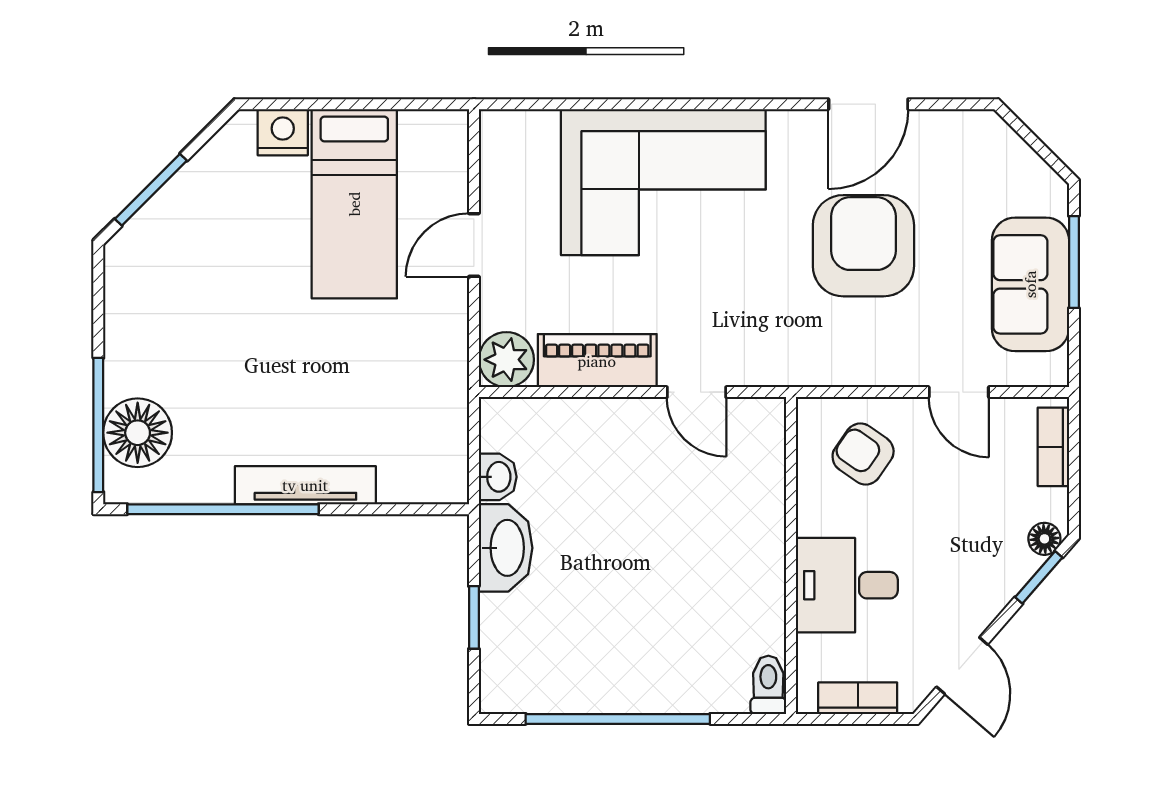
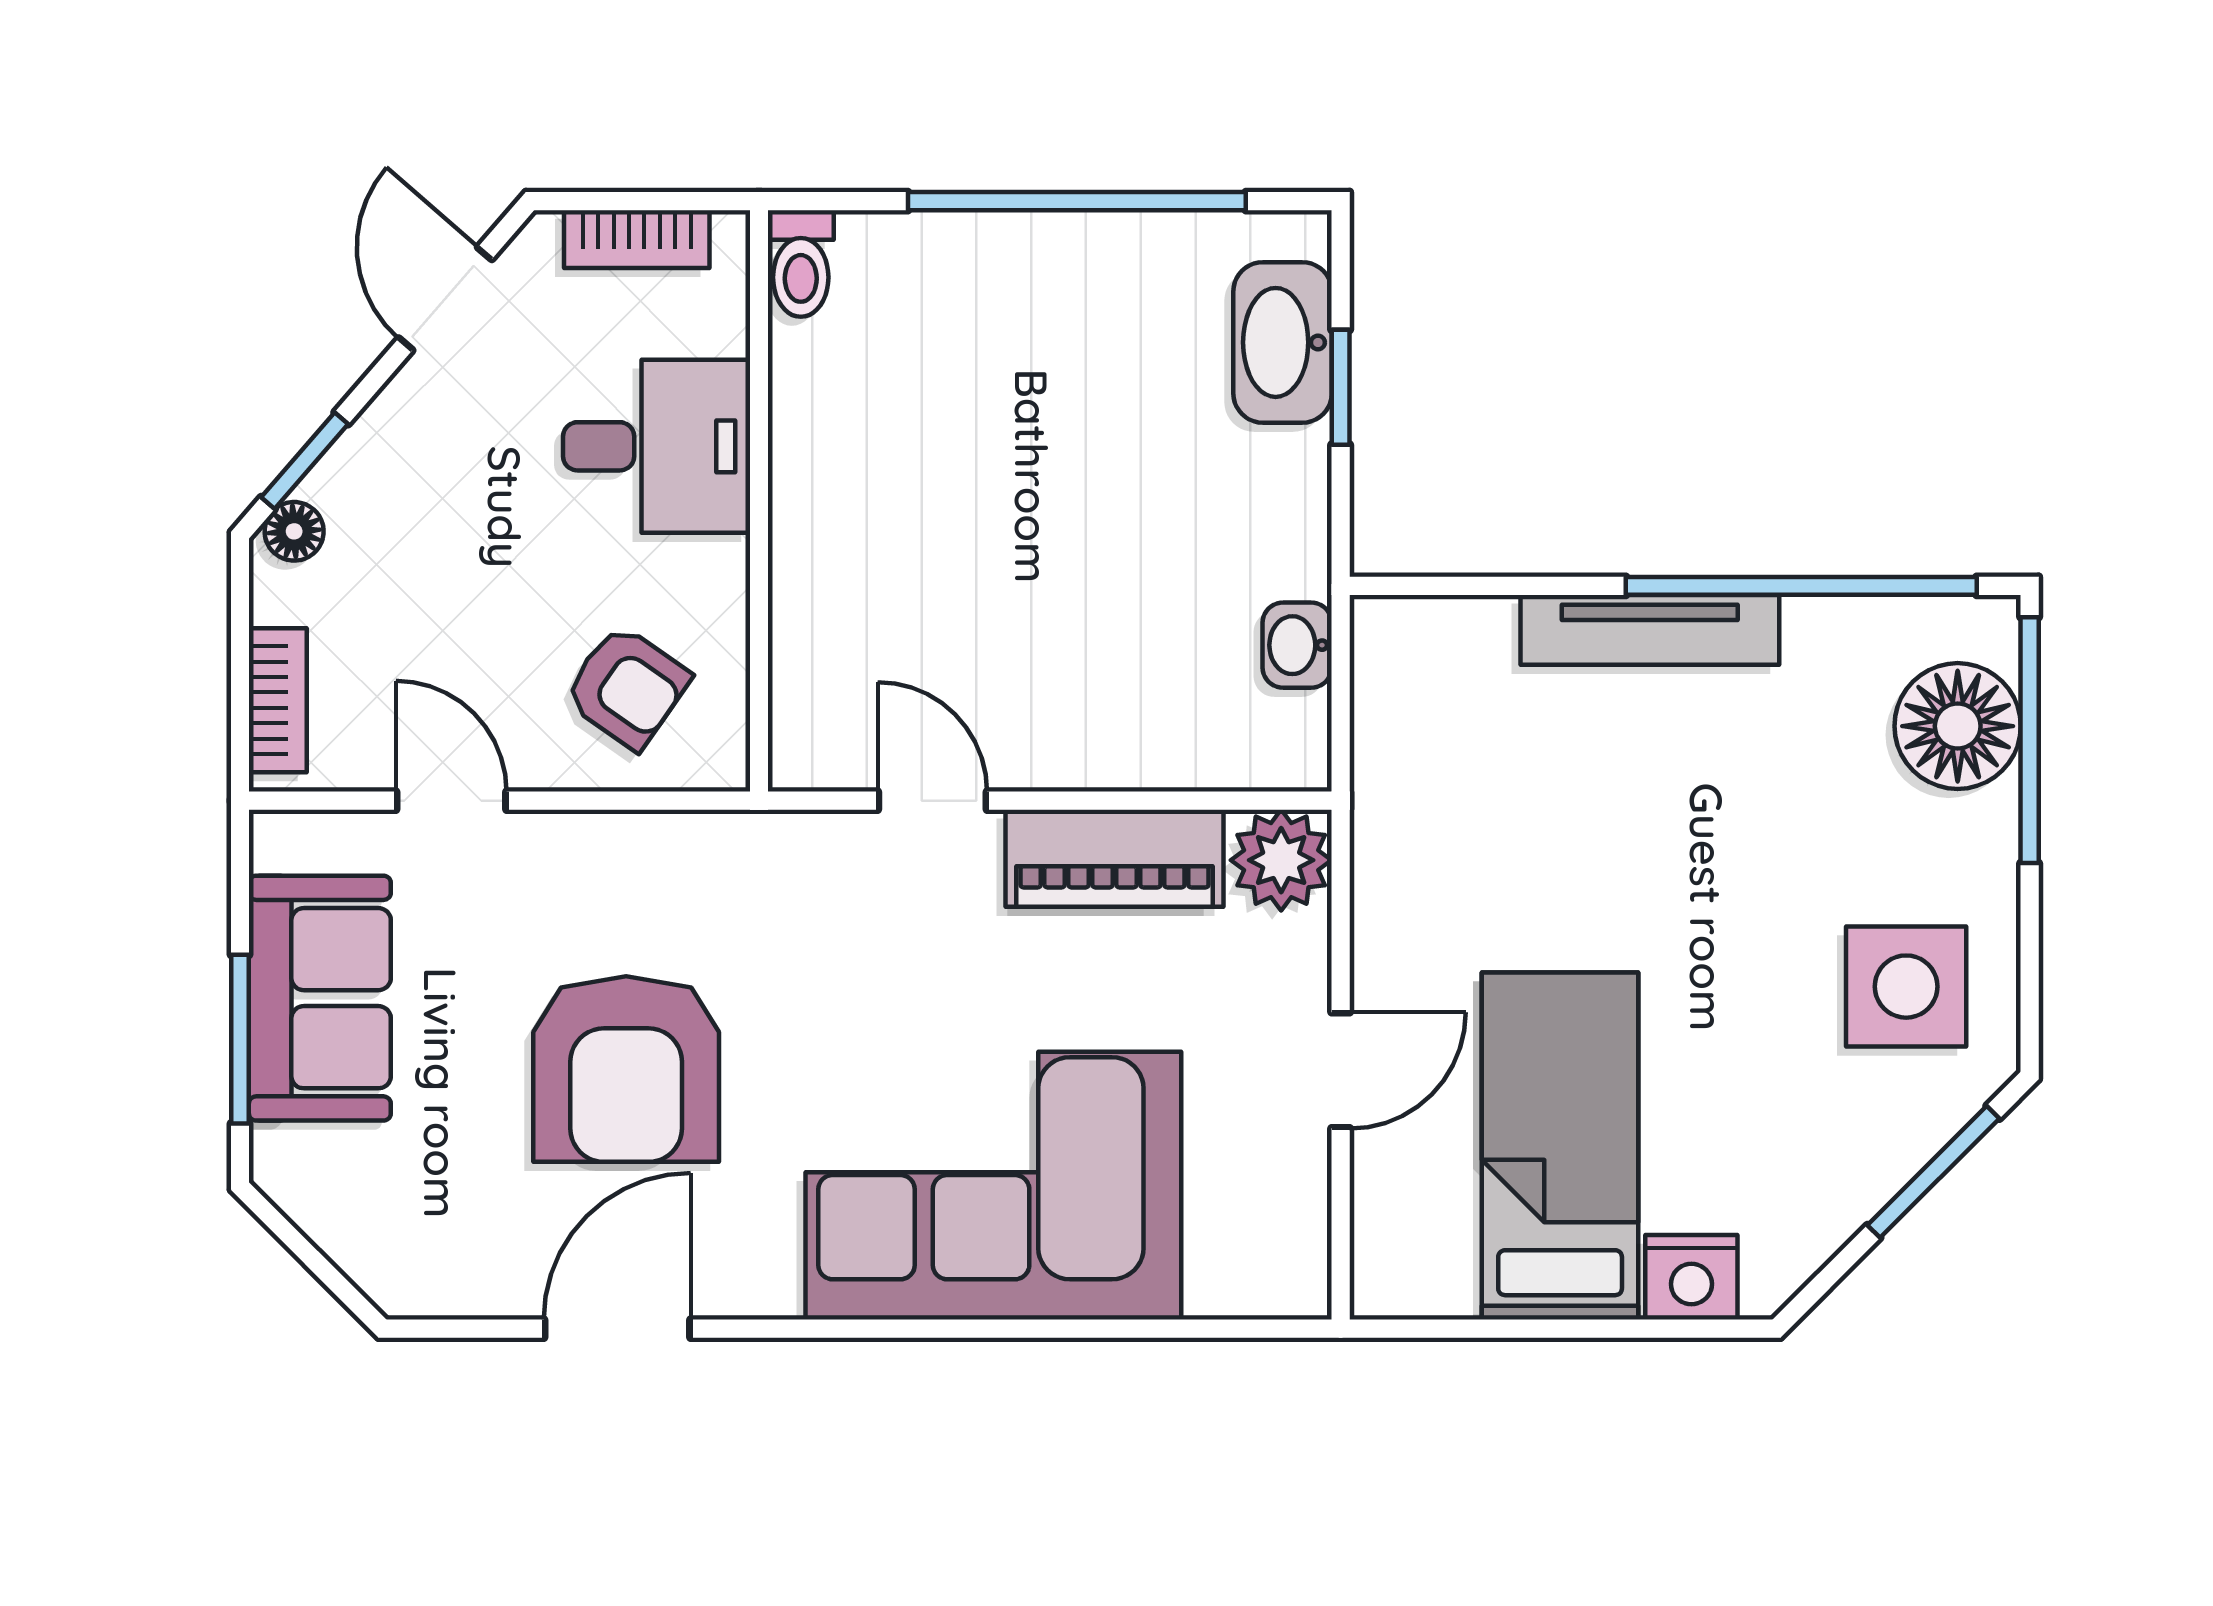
side table: (166, 291) -> (1906, 987), added
washbasin: (506, 548) -> (1283, 342), moved

